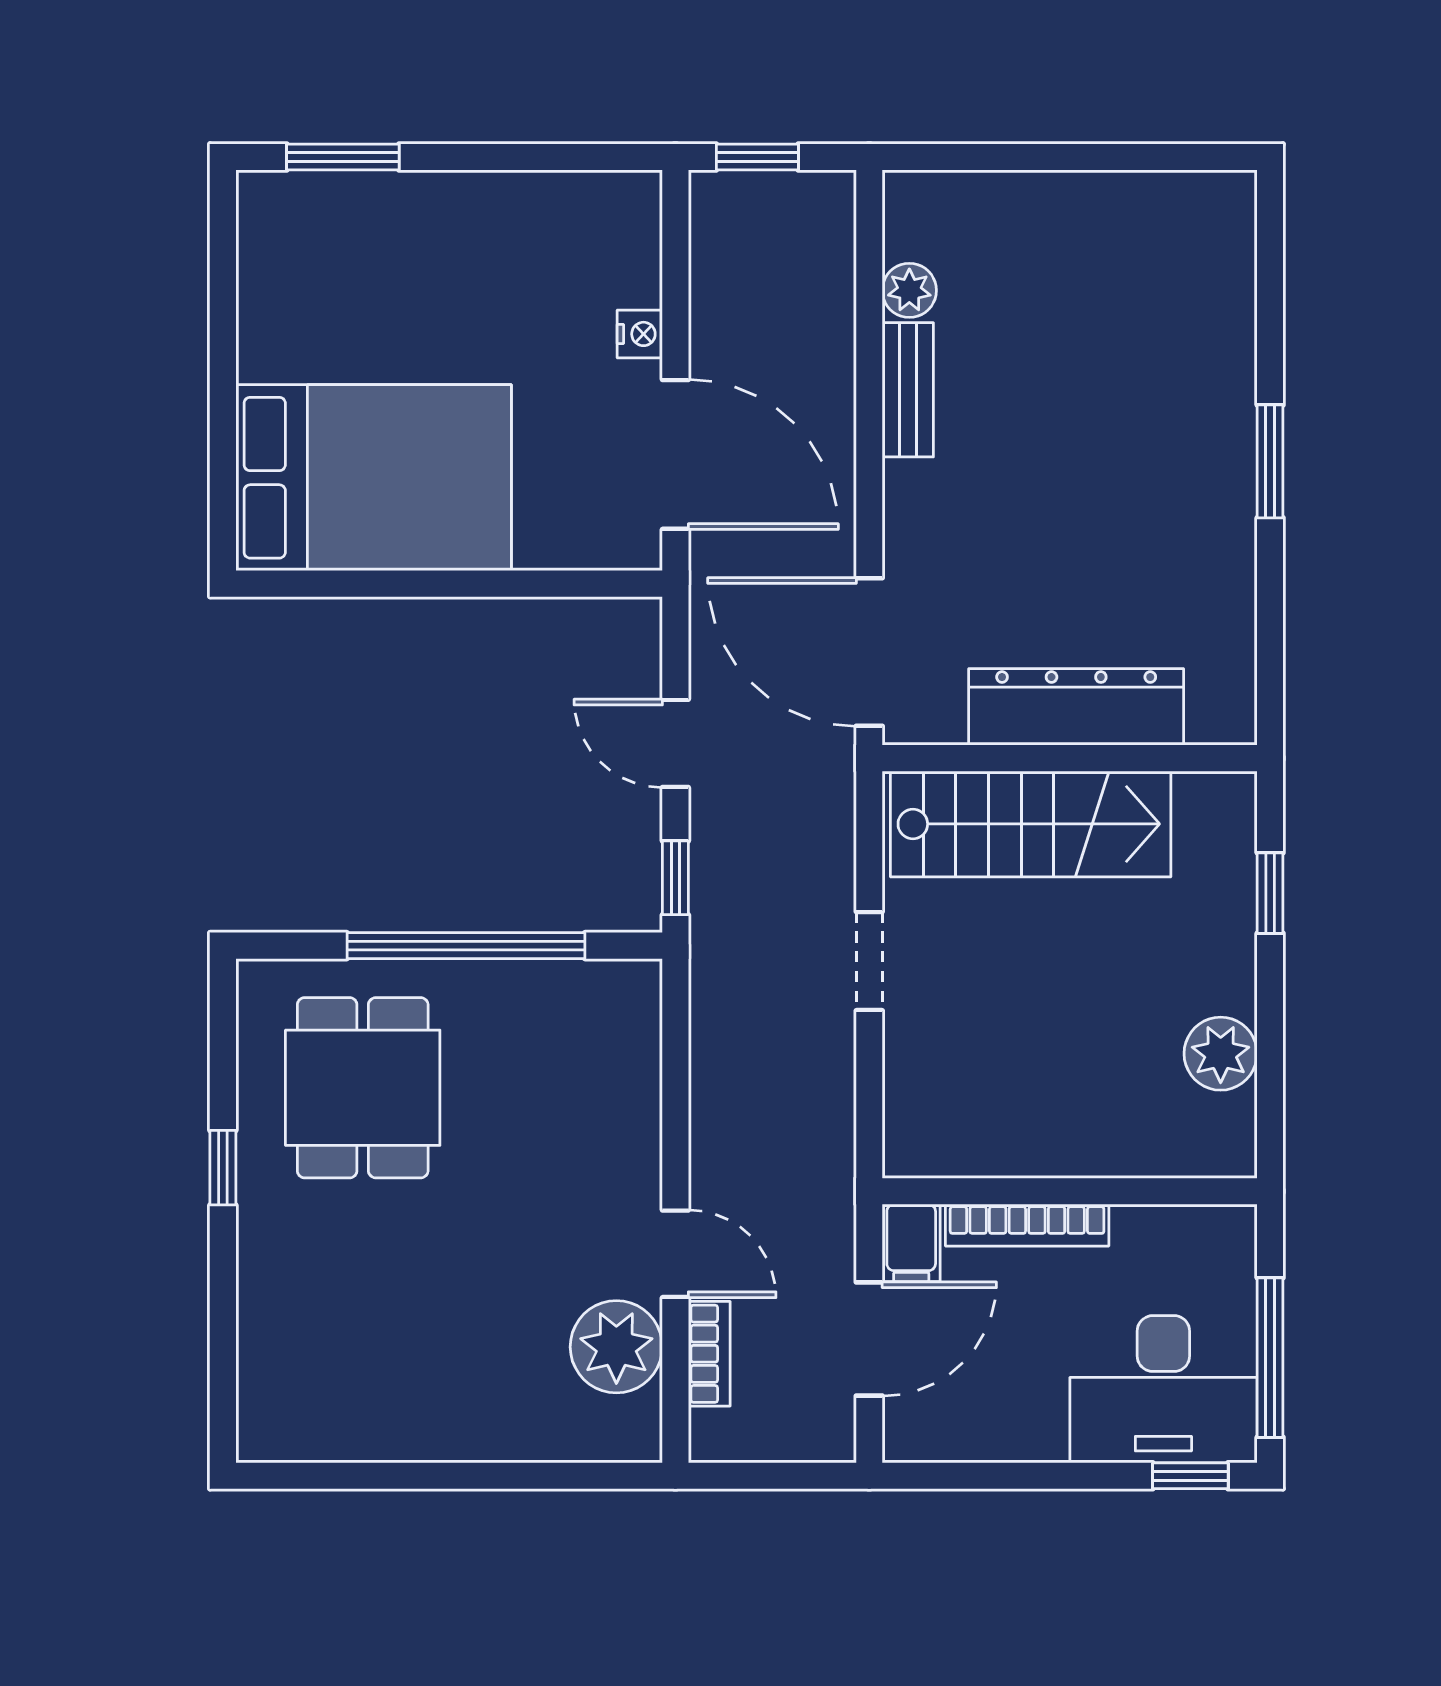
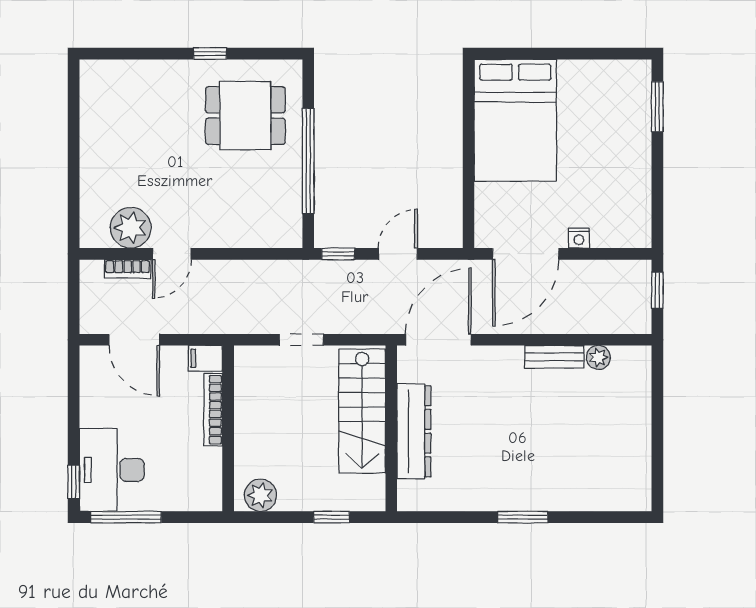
wall: (1070, 1191) -> (228, 428), moved
bookcase: (1027, 1225) -> (213, 410), moved
filing cabinet: (911, 1243) -> (205, 358), moved

